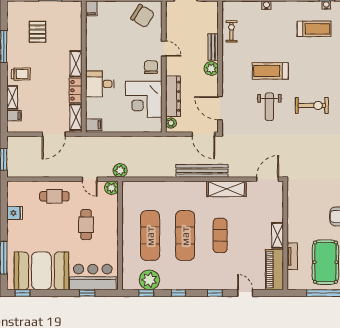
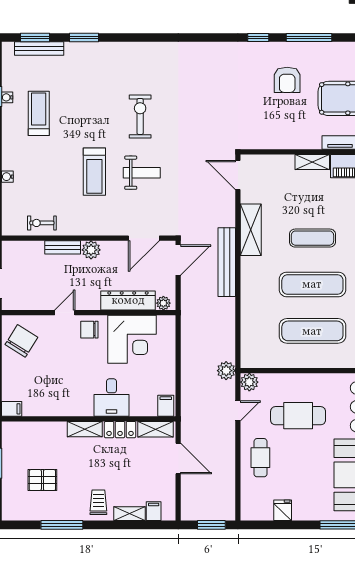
cafe table: (86, 225) -> (298, 416), width x1.37, depth x1.35

